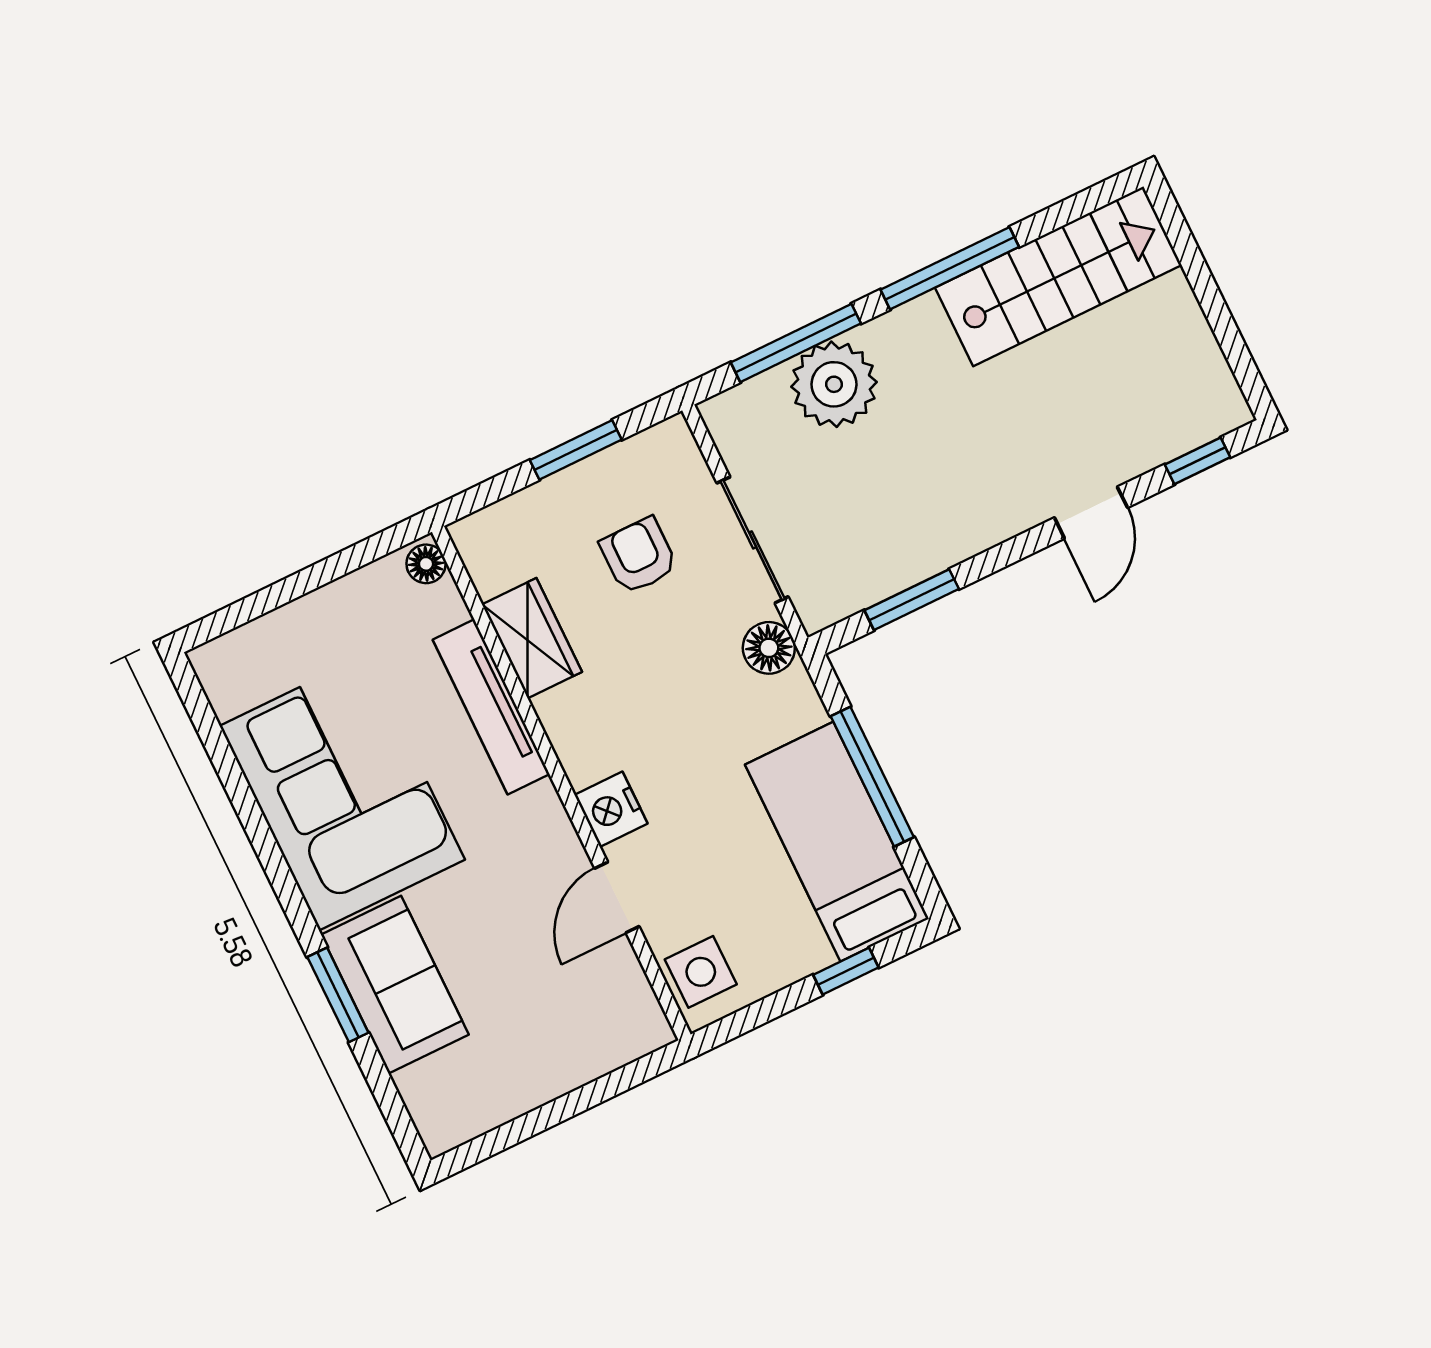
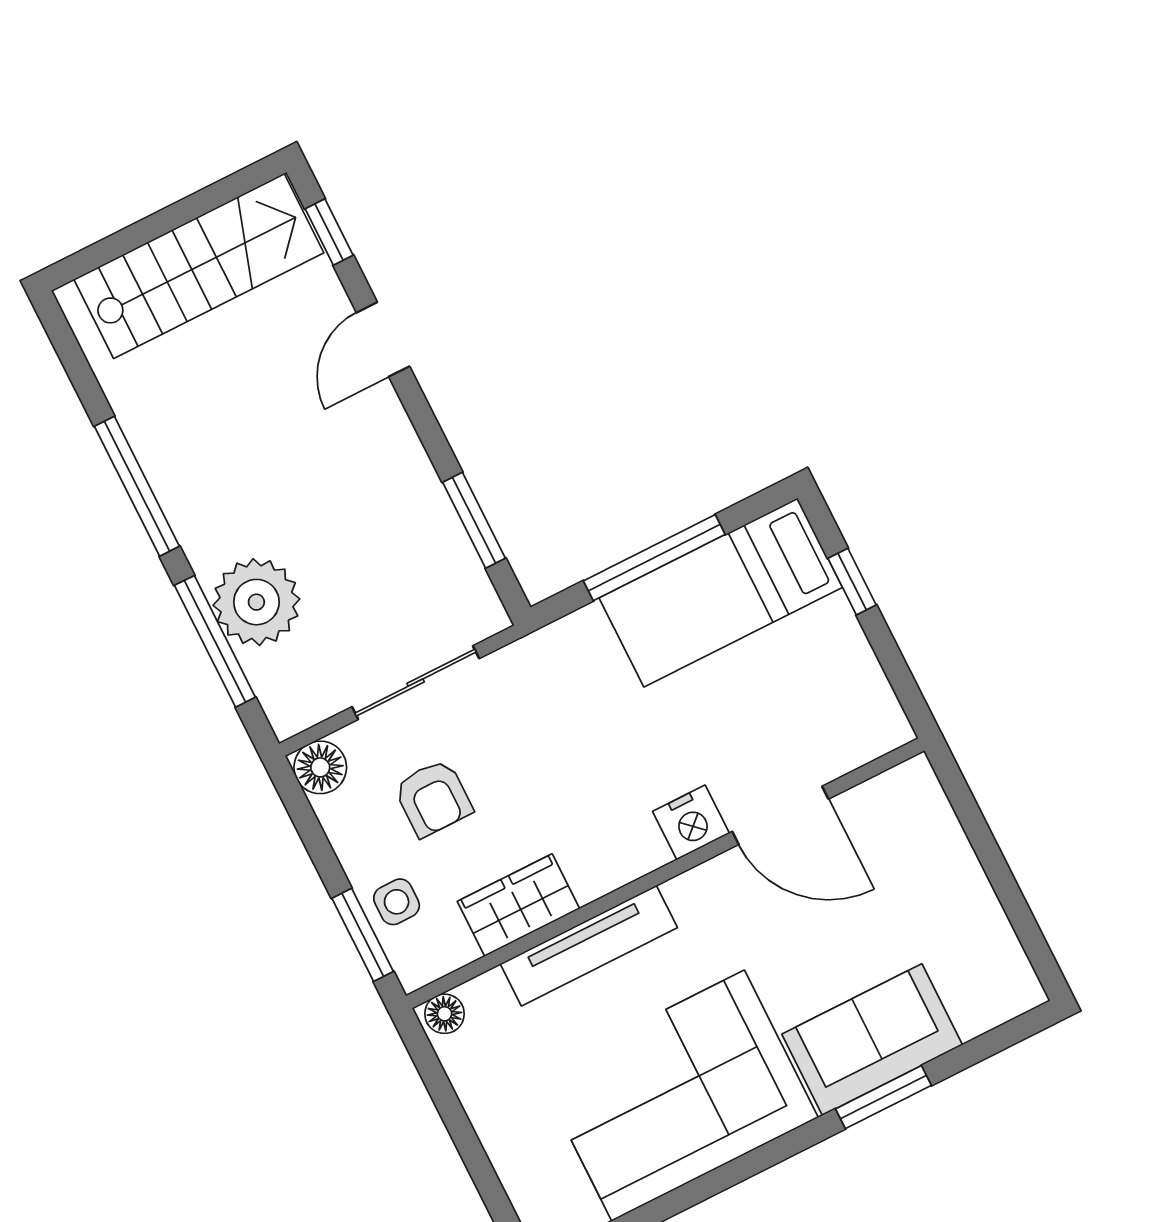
stairs: (1058, 276) -> (199, 266), moved, turned 90
window: (576, 450) -> (363, 935), moved
door: (1091, 513) -> (383, 339), swing flipped
armchair: (639, 556) -> (433, 798), turned -90
floor lamp: (769, 648) -> (320, 767), moved
door: (617, 897) -> (780, 815), width x1.38
side table: (701, 972) -> (397, 902), moved, width x0.73, depth x0.73

